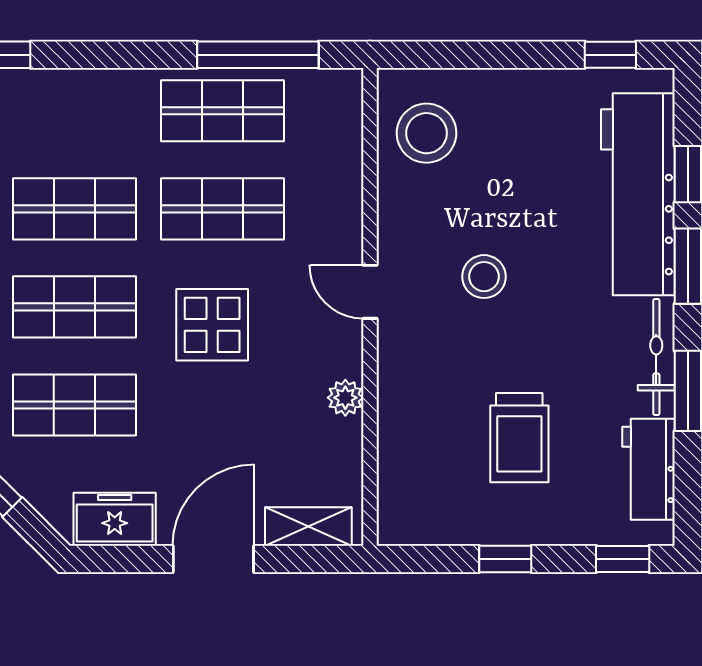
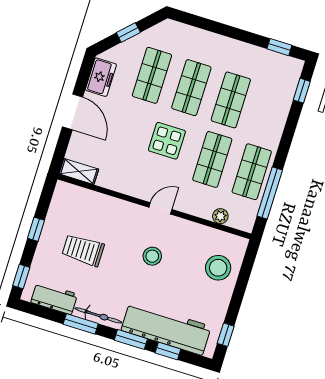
stool: (427, 133) -> (218, 268), moved
plant: (345, 398) -> (220, 216), moved
shelving: (308, 526) -> (79, 171), moved, turned 90

